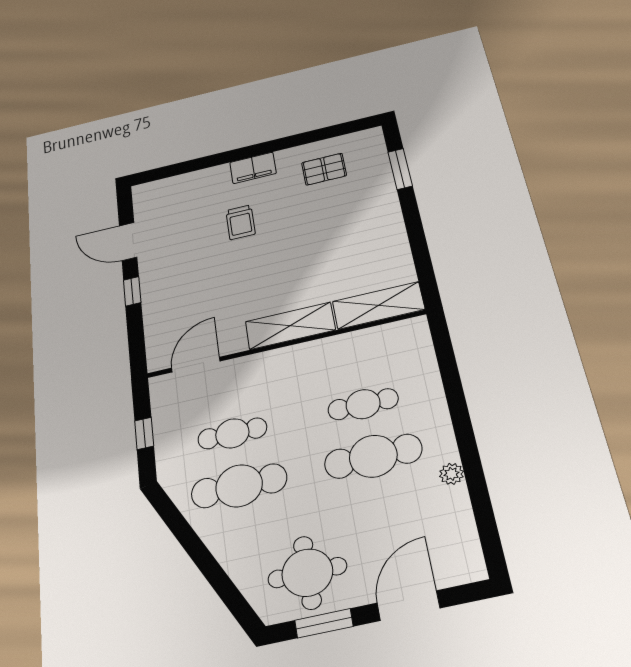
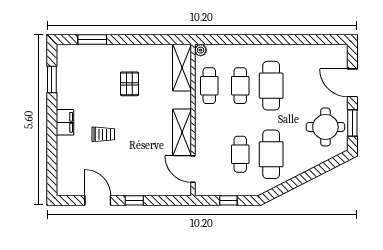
window: (321, 134) -> (52, 80), added
pallet: (324, 169) -> (129, 84), moved
door: (128, 241) -> (98, 200), swing flipped
shelving: (290, 326) -> (182, 132), moved
cafe table: (353, 355) -> (209, 86), added
plant: (452, 474) -> (201, 50), moved

